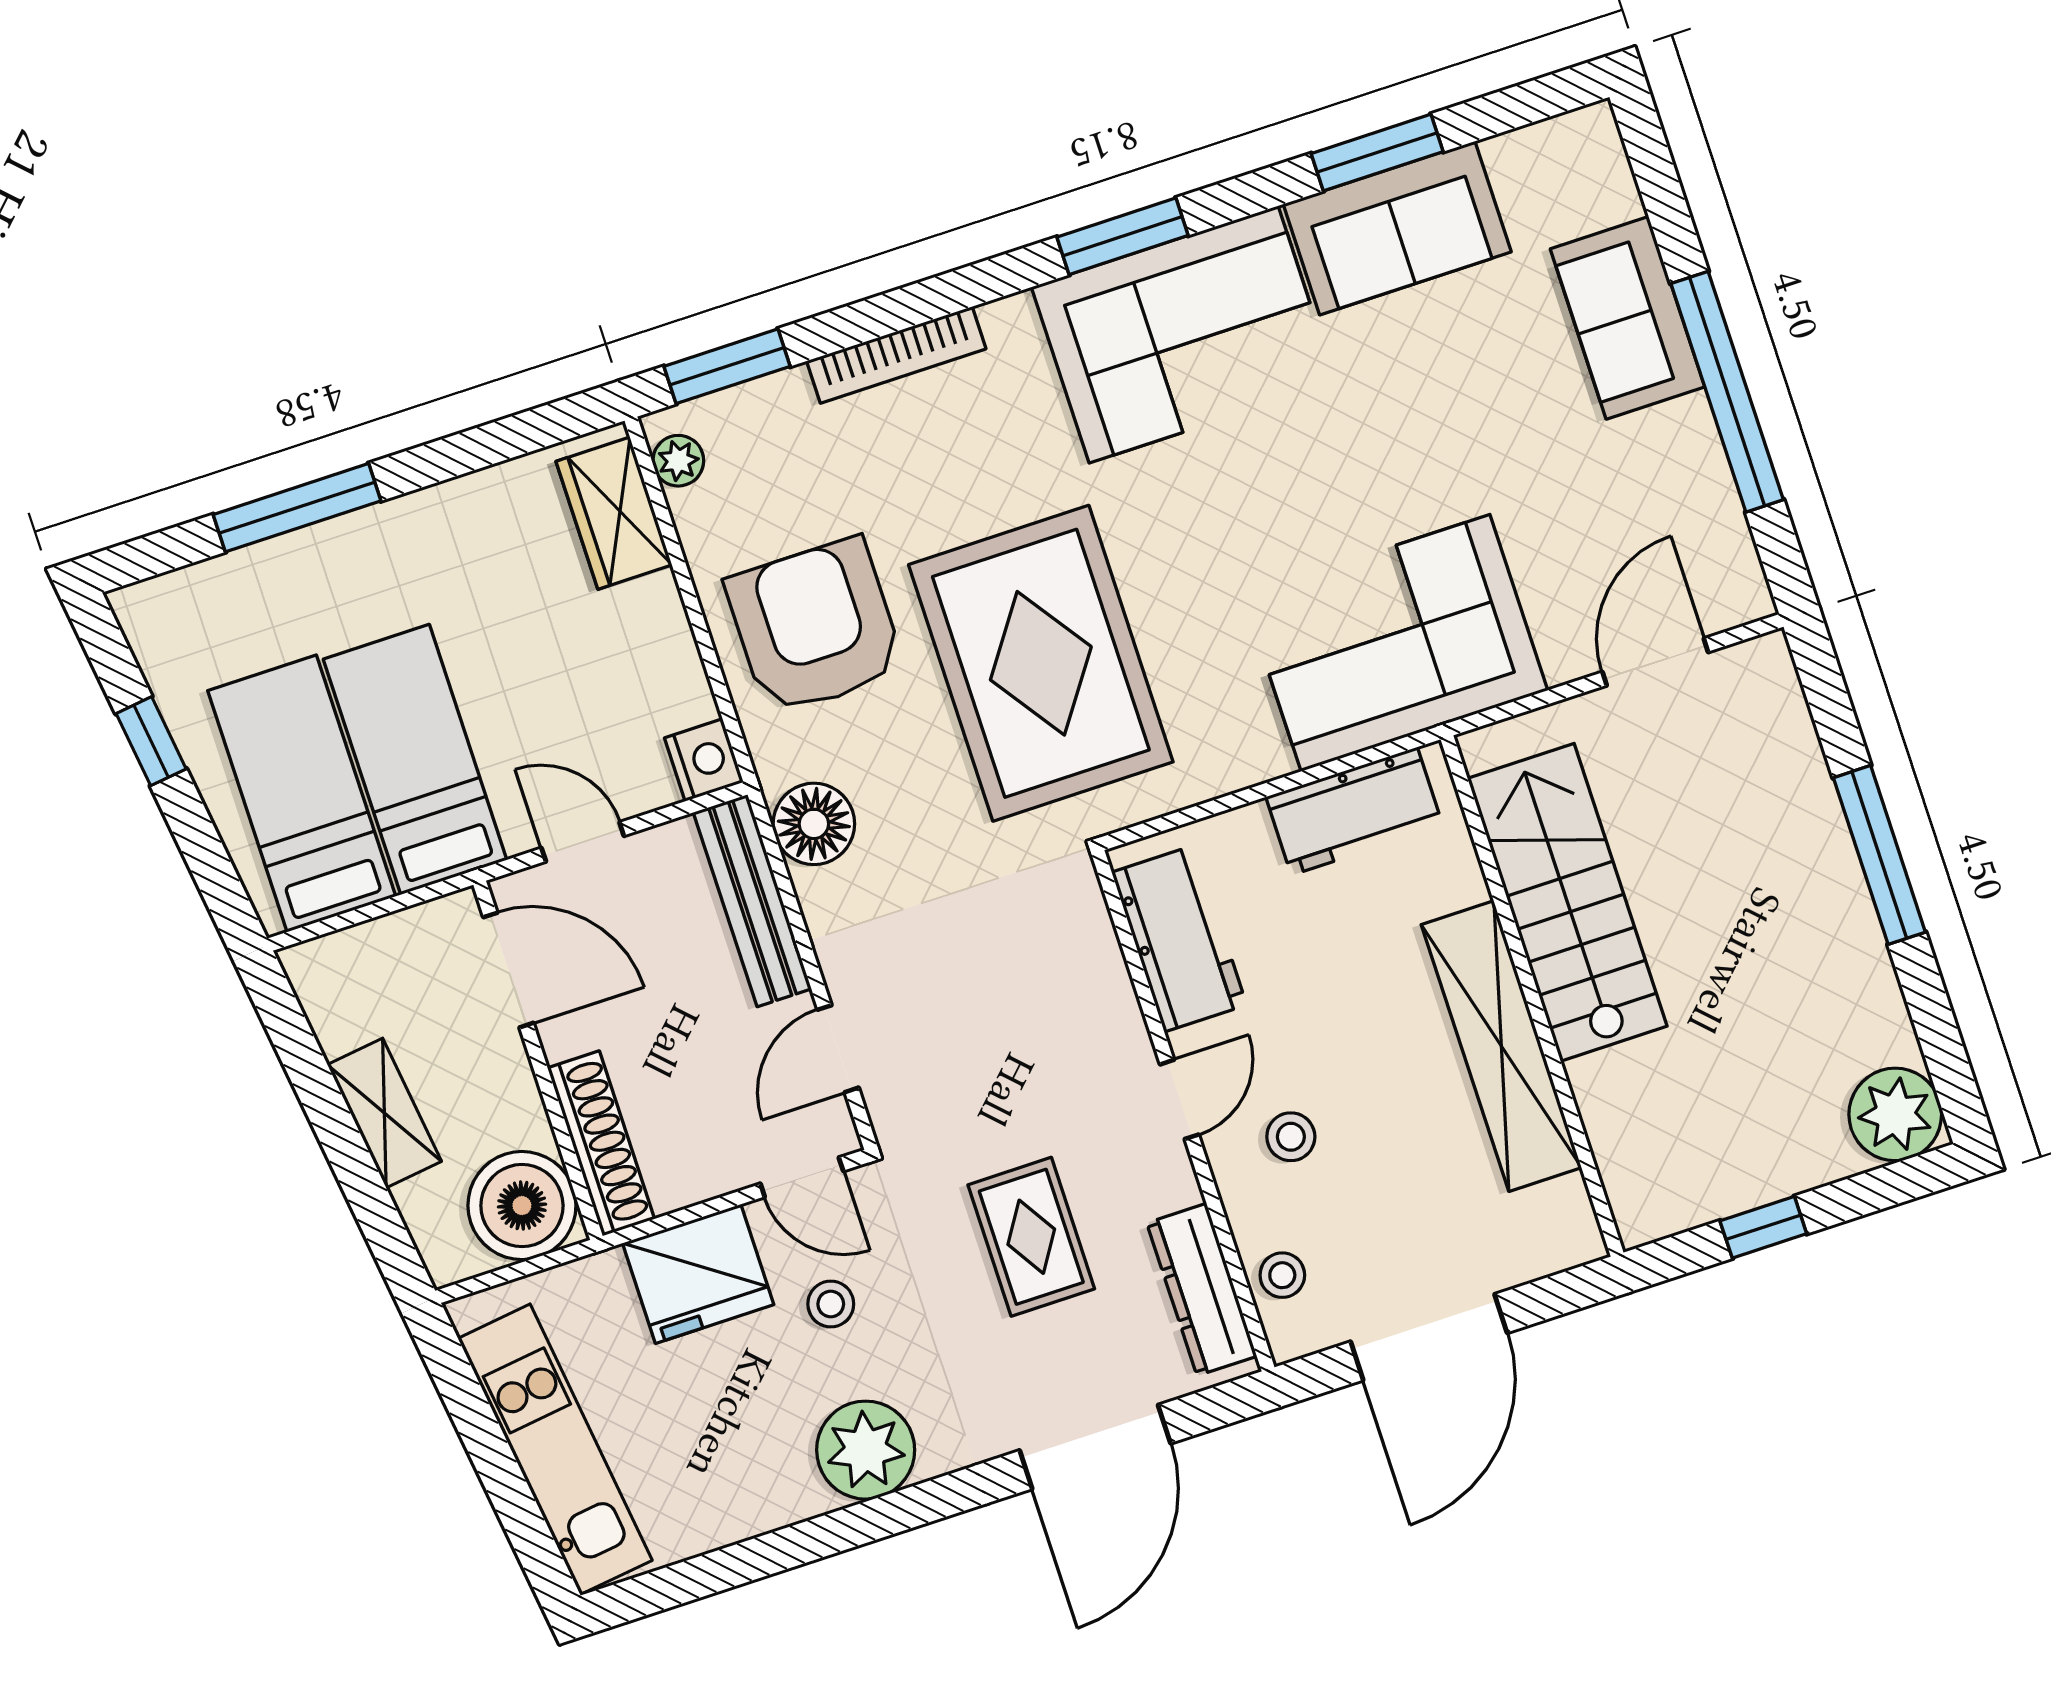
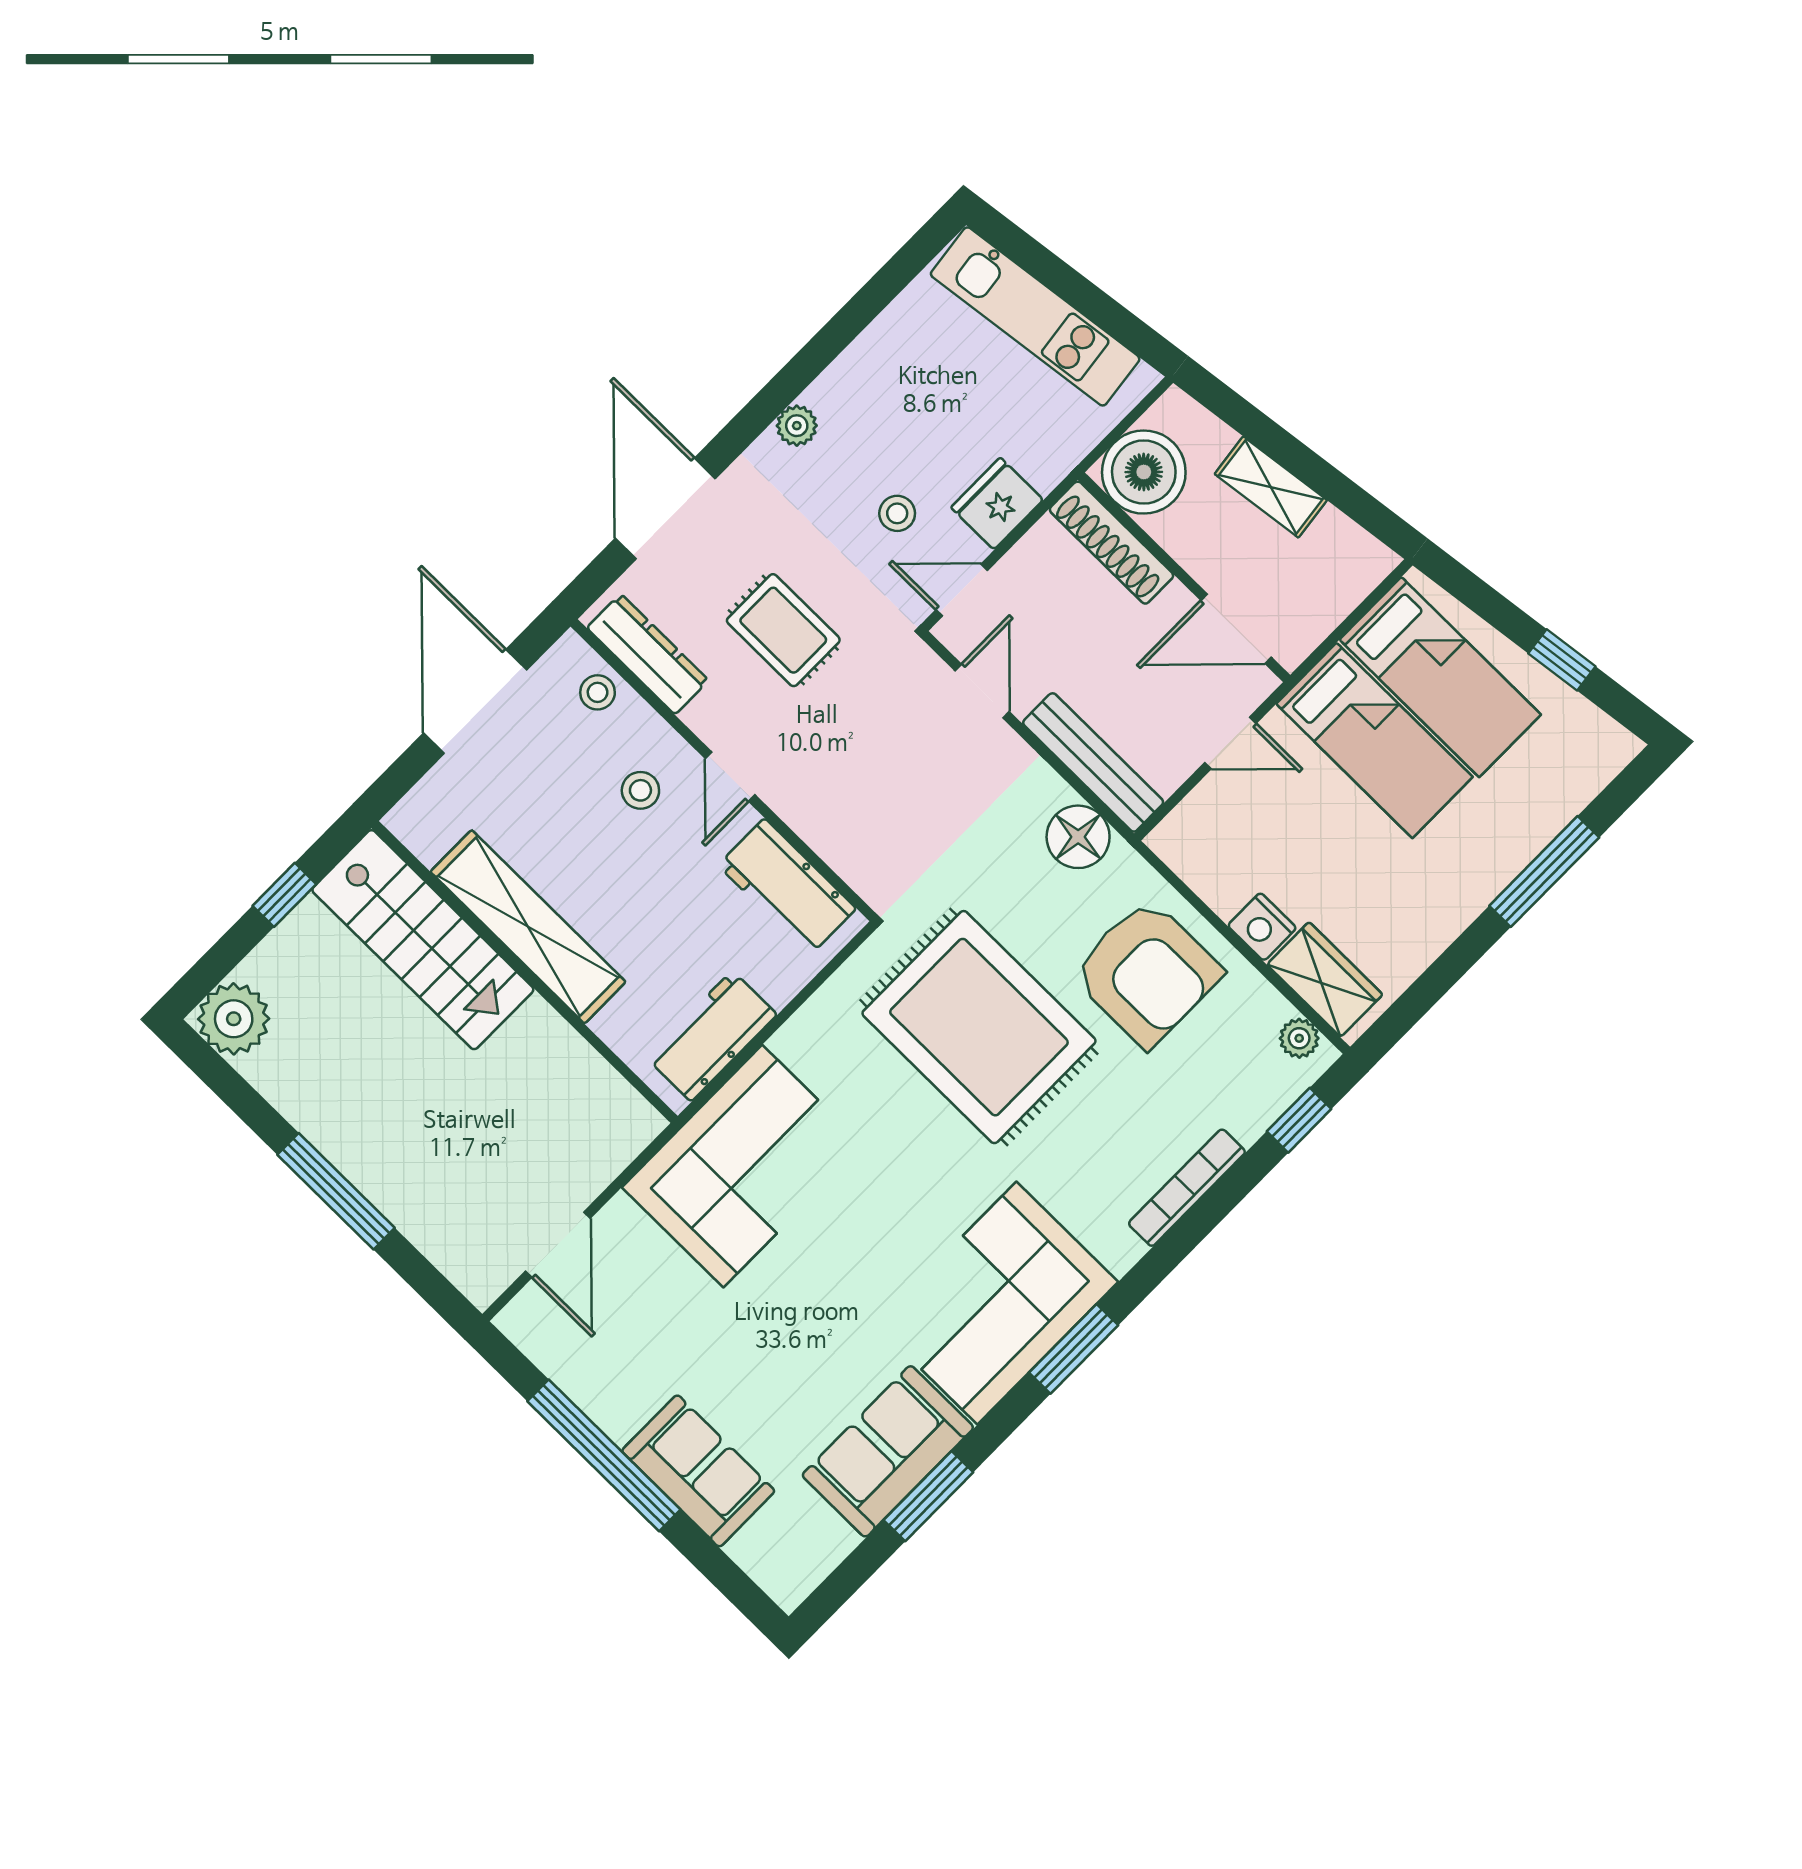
window: (727, 366) -> (1299, 1120), width x0.67
nightstand: (704, 760) -> (1262, 927), moved
stairs: (1567, 902) -> (423, 940), moved
fridge: (698, 1274) -> (997, 504), width x0.73, depth x0.75
plant: (866, 1450) -> (797, 426), width x0.53, depth x0.53

